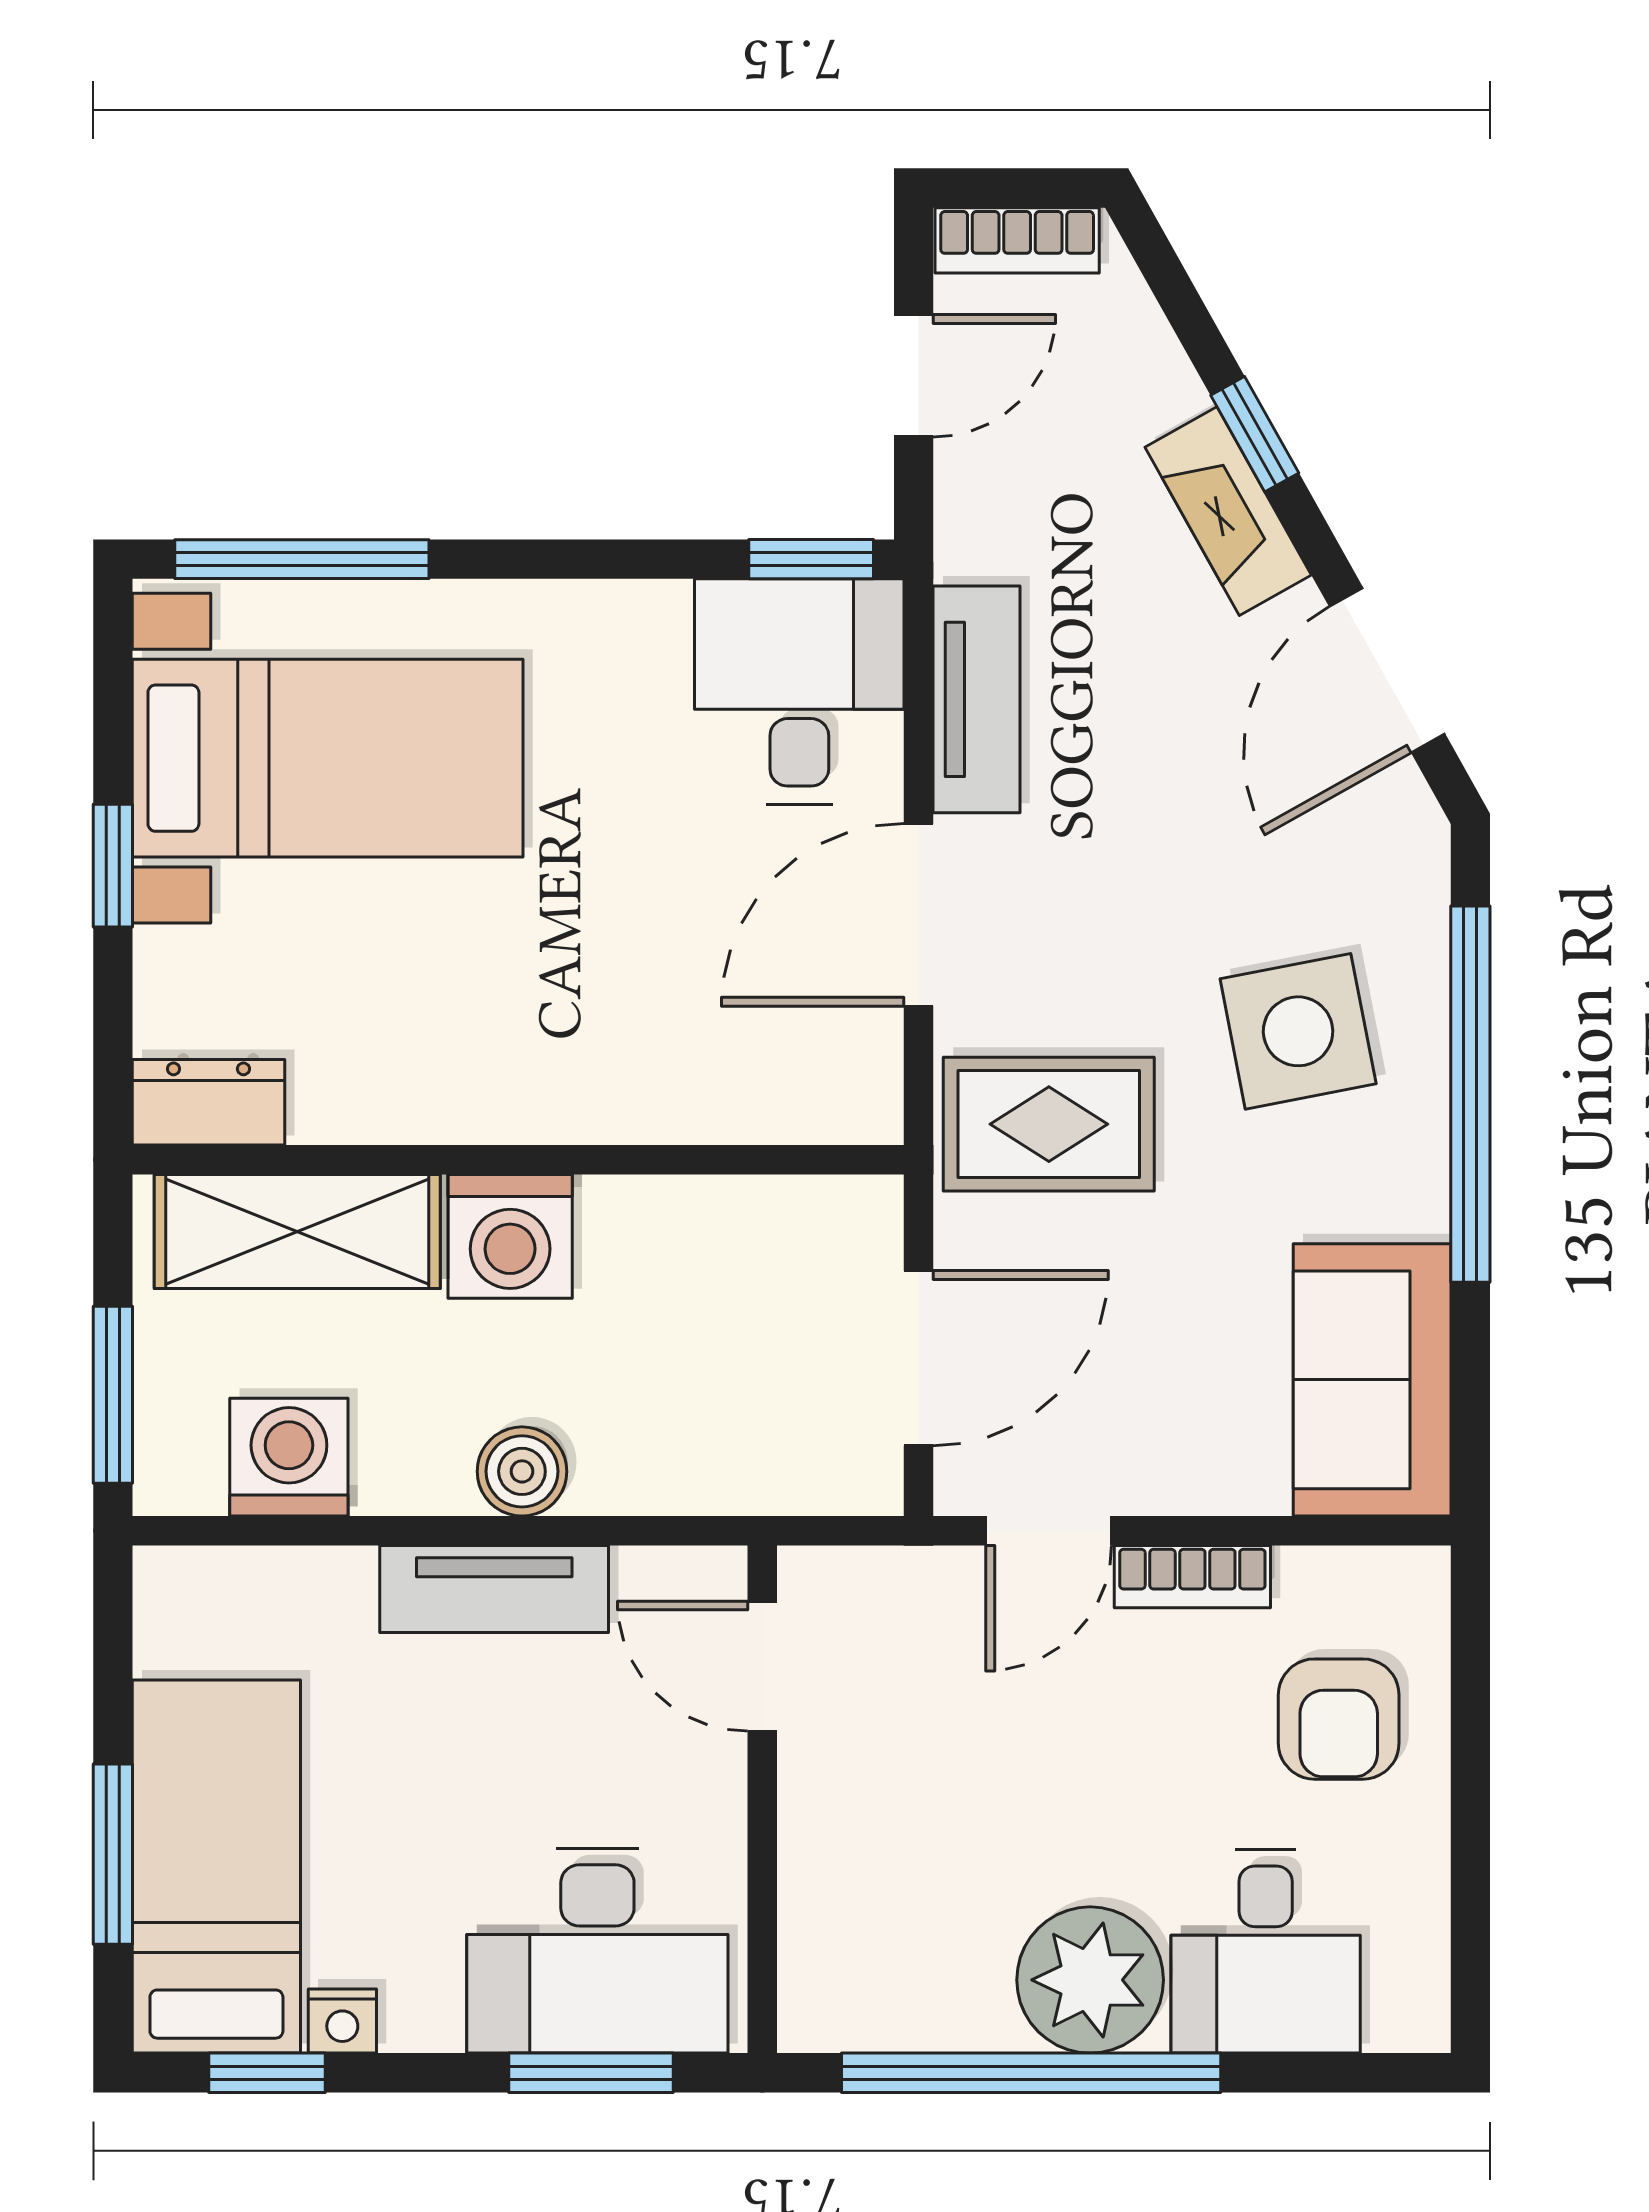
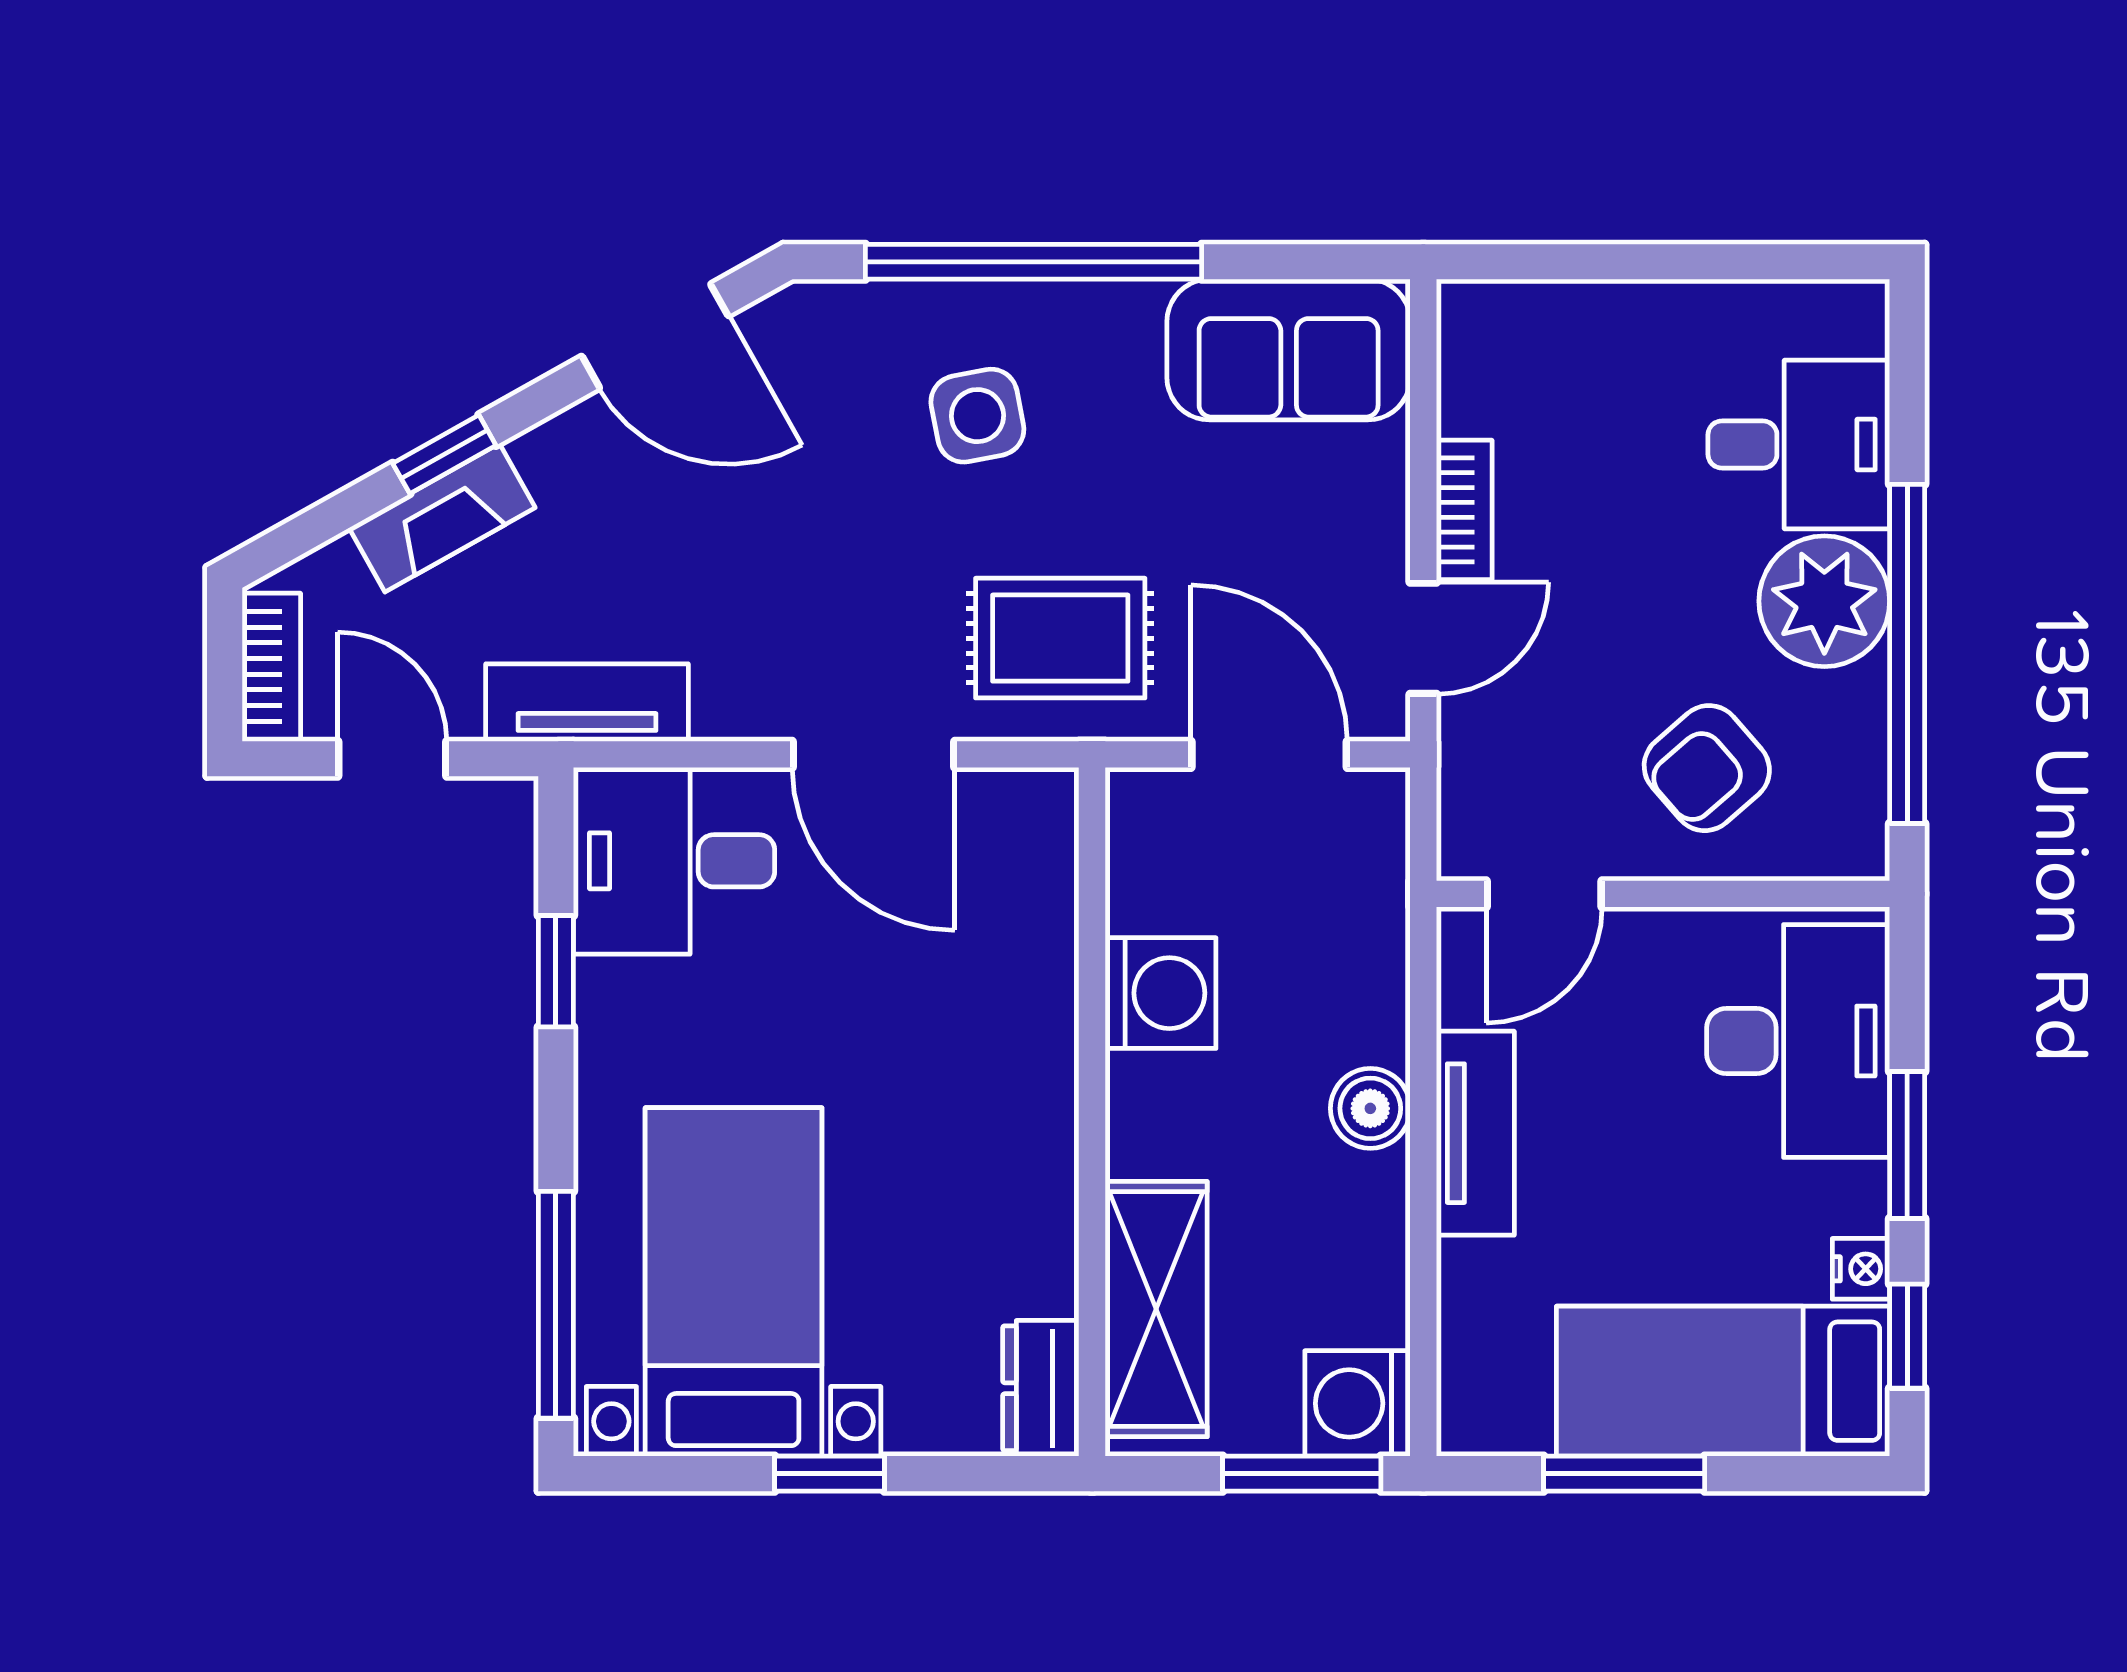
fireplace: (1228, 511) -> (442, 518), moved
window: (811, 559) -> (556, 971), moved
tv unit: (977, 699) -> (587, 703), moved
side table: (1298, 1031) -> (977, 416), width x0.73, depth x0.73
rug: (1049, 1124) -> (1060, 638), turned 90
washing machine: (510, 1236) -> (1160, 993), moved
washing machine: (289, 1457) -> (1358, 1403), moved
door: (1049, 1531) -> (1423, 638), hinge flipped
armchair: (1339, 1719) -> (1707, 768), moved, turned 139
window: (113, 1854) -> (1624, 1474), moved
window: (591, 2073) -> (1907, 1145), moved

